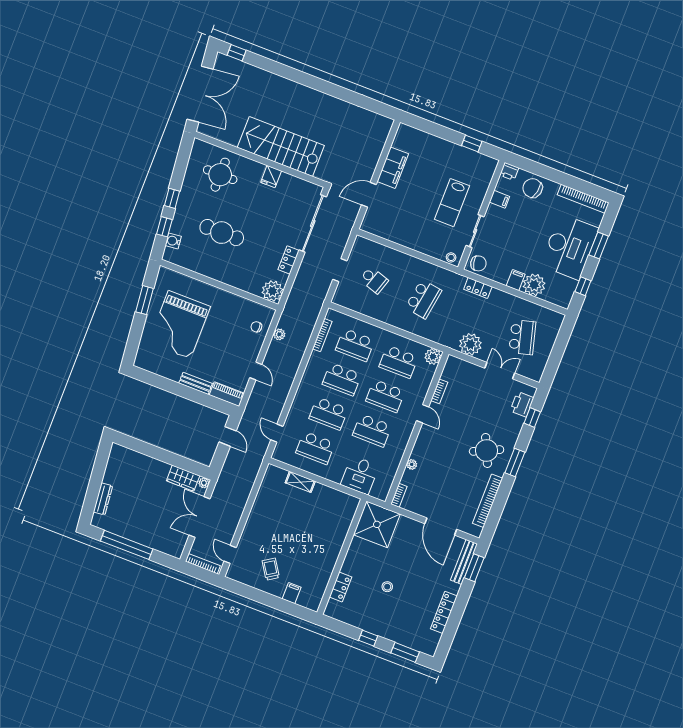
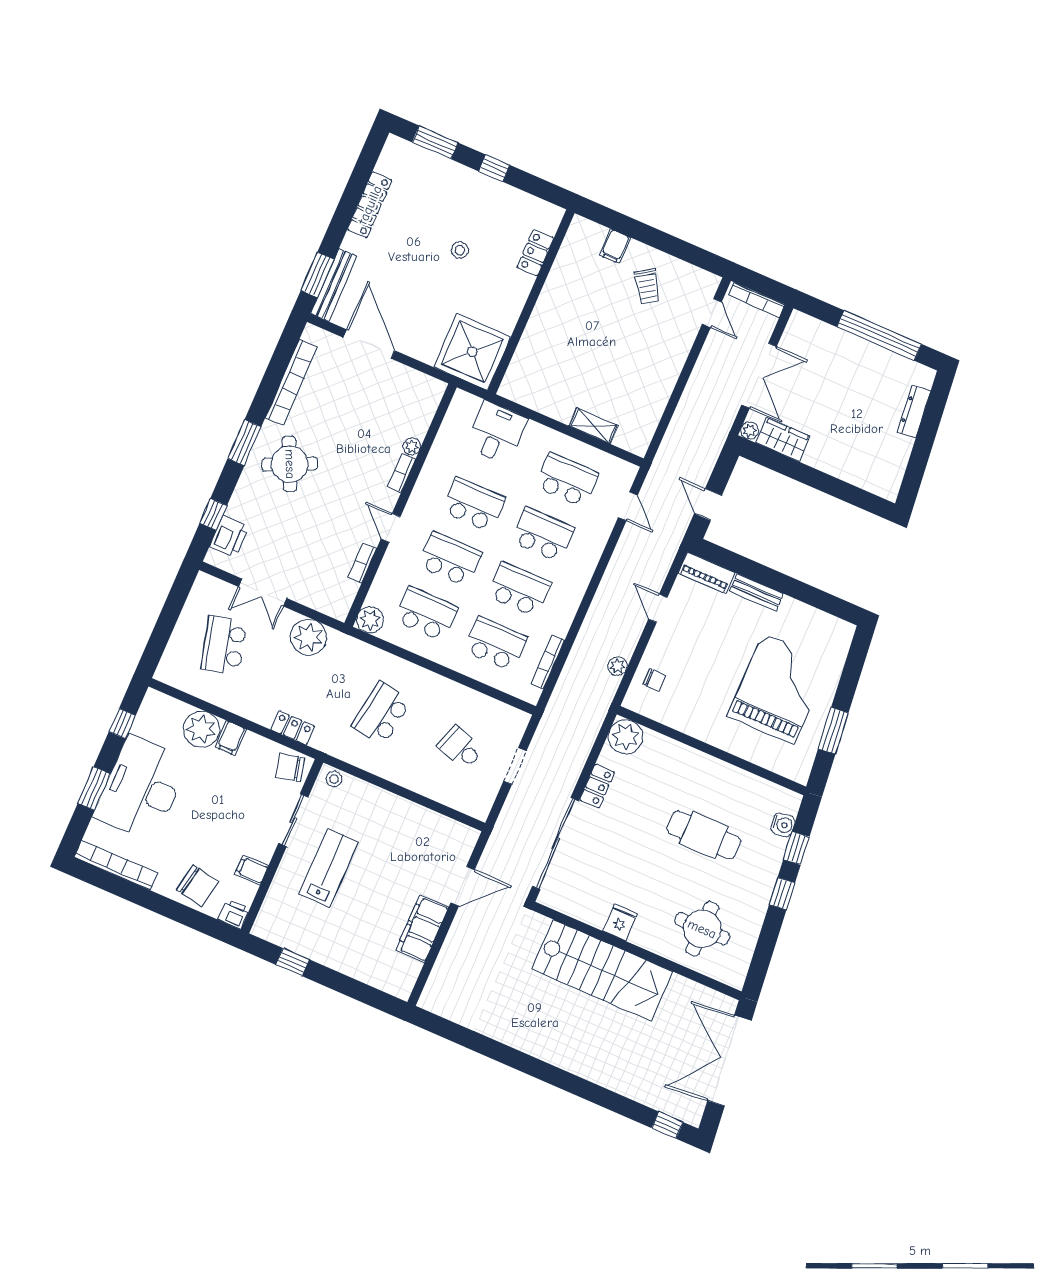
bookcase: (399, 495) -> (402, 473), moved

